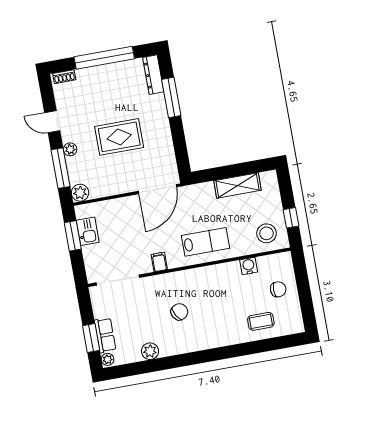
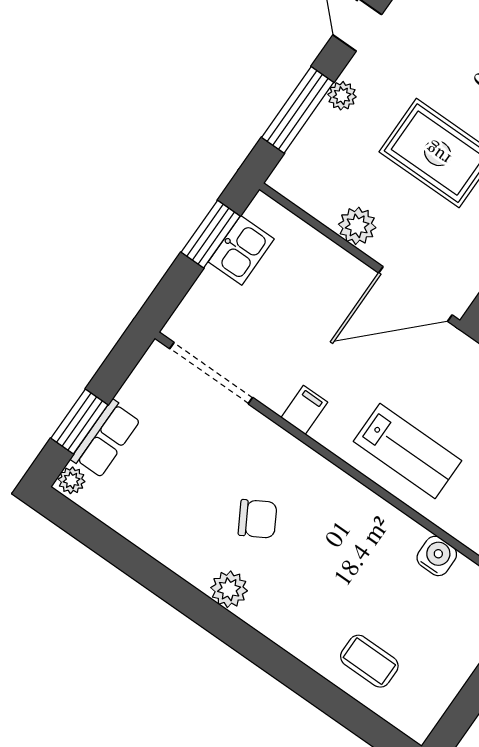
plant: (80, 193) -> (357, 226), moved
chair: (278, 289) -> (446, 638), removed
plant: (150, 351) -> (229, 589), moved

